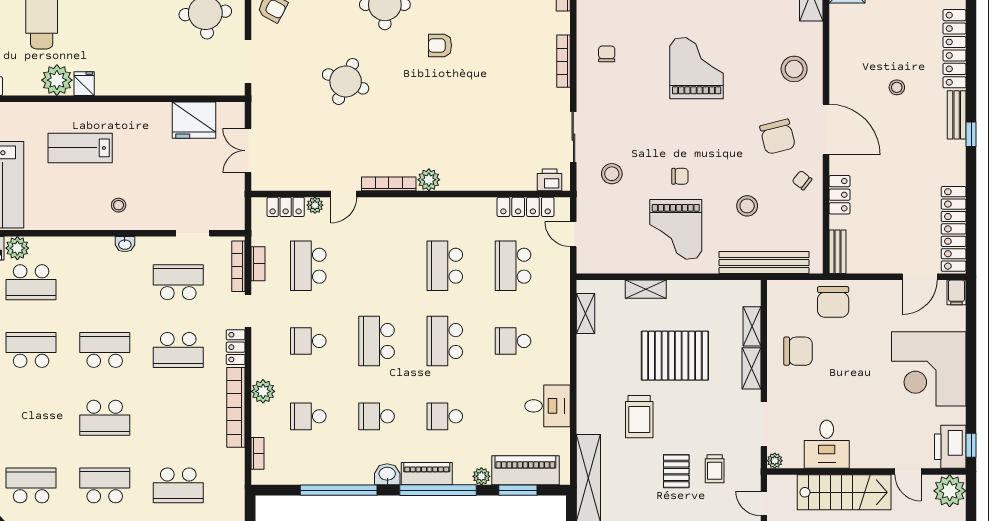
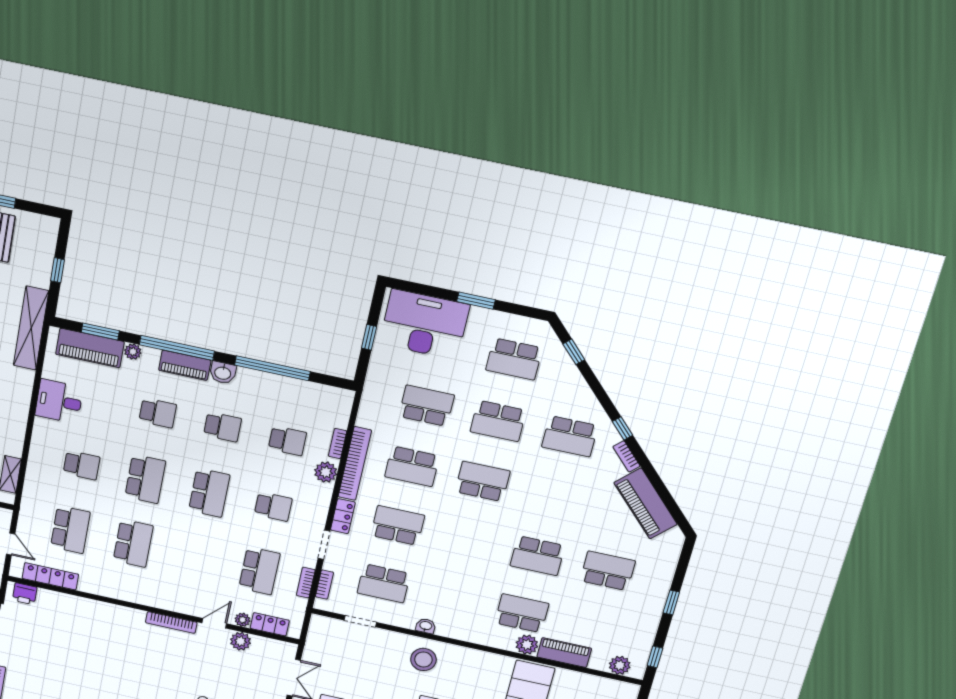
plant: (429, 180) -> (241, 641), moved
stool: (119, 205) -> (423, 659), width x1.89, depth x1.89
bookcase: (238, 266) -> (324, 585), width x0.64
school desk: (105, 350) -> (412, 466), moved
bookcase: (258, 453) -> (338, 444), moved

